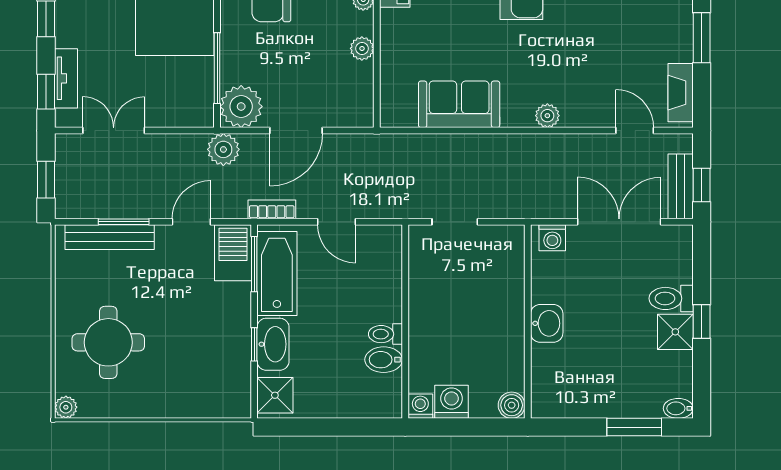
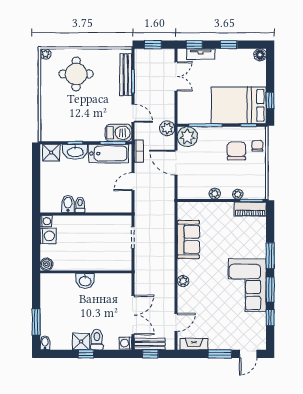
washing machine: (552, 238) -> (125, 343), moved

